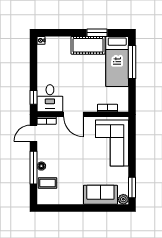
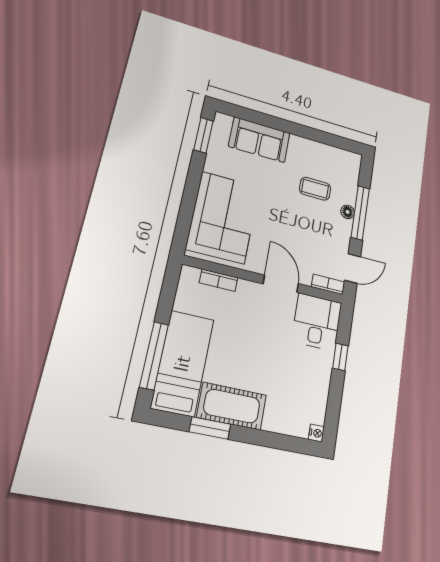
window: (34, 97) -> (340, 357), moved
coffee table: (48, 183) -> (315, 189), moved
plant: (123, 199) -> (223, 121), removed

